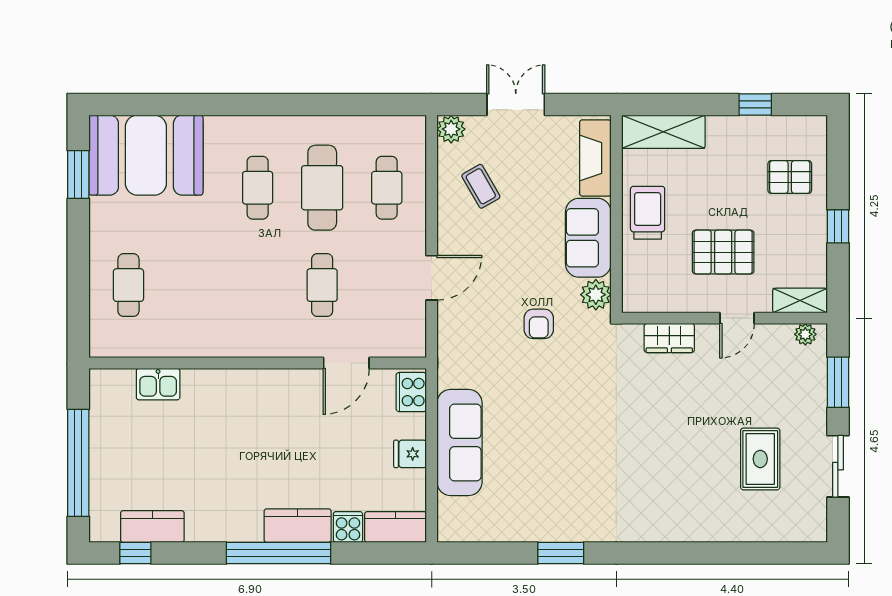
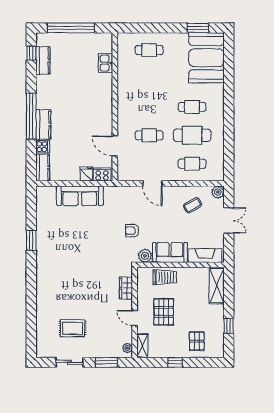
trolley: (648, 213) -> (165, 277), moved
fridge: (410, 454) -> (86, 174), moved

